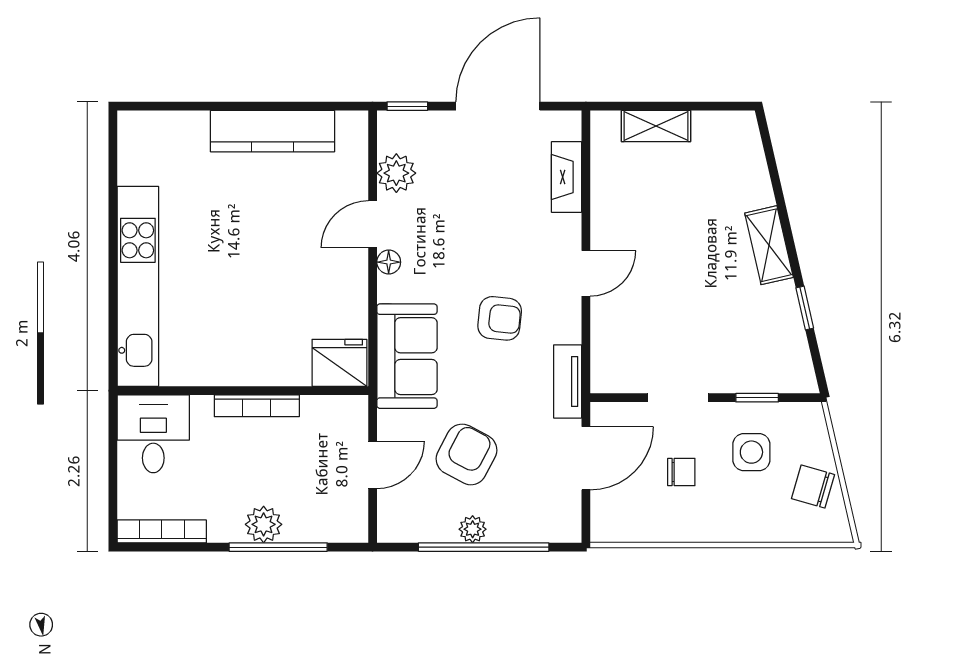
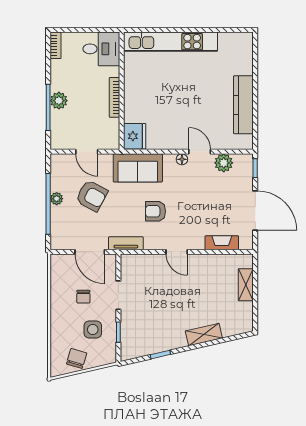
shelving: (769, 245) -> (204, 335), moved
armchair: (500, 318) -> (155, 211), turned 84
bookcase: (162, 531) -> (56, 45), width x0.64

